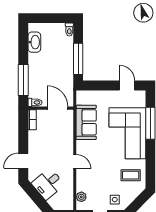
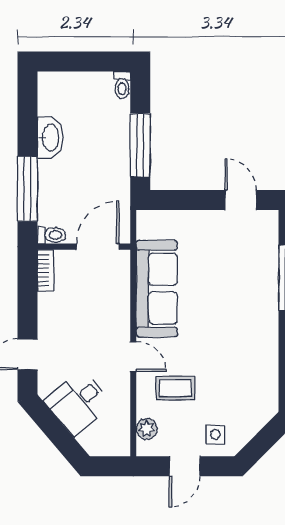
washbasin: (34, 42) -> (50, 138), moved
door: (57, 108) -> (98, 247), hinge flipped
sofa: (86, 122) -> (157, 289), width x1.36
corner sofa: (127, 133) -> (241, 298), removed
coffee table: (131, 175) -> (176, 388), moved

